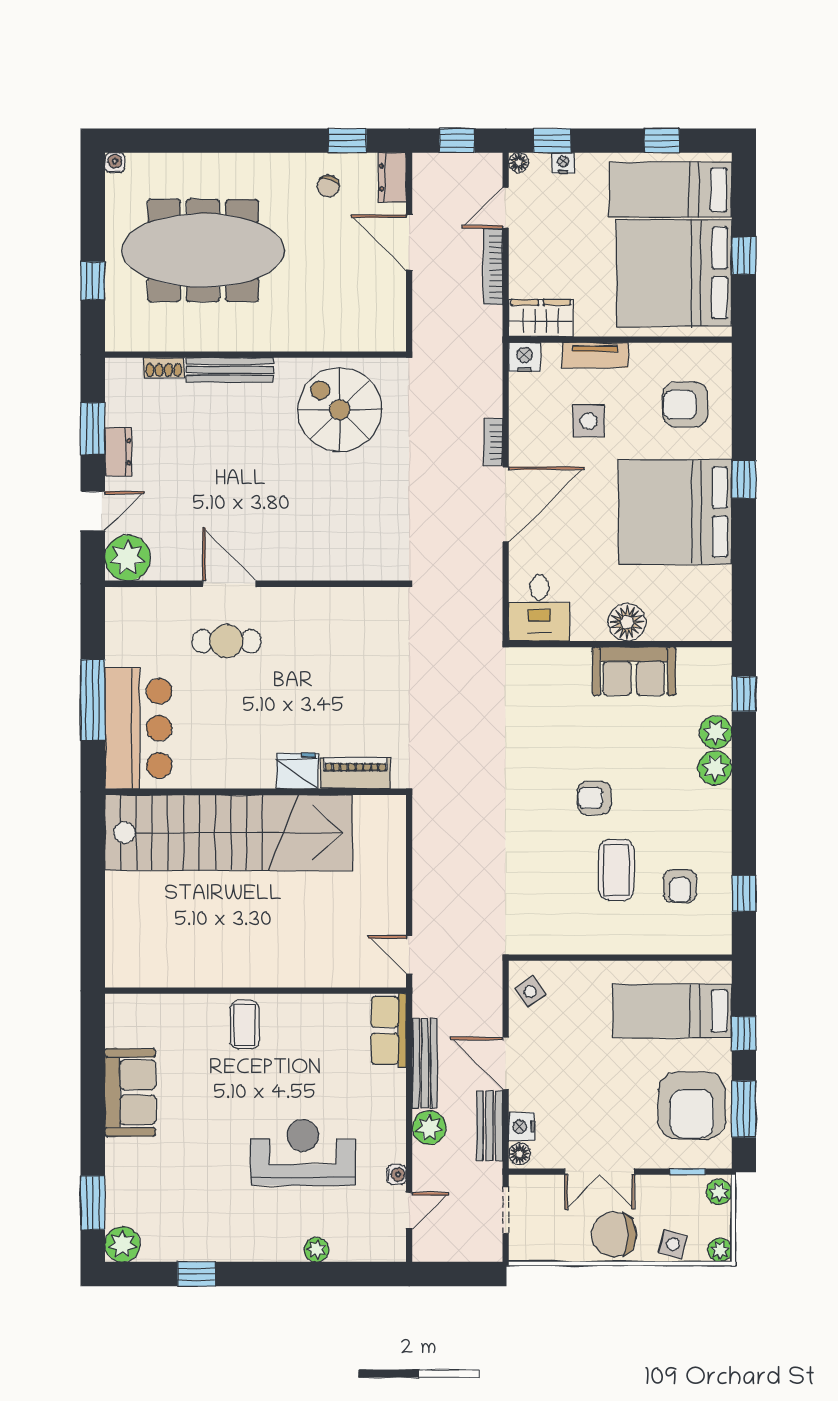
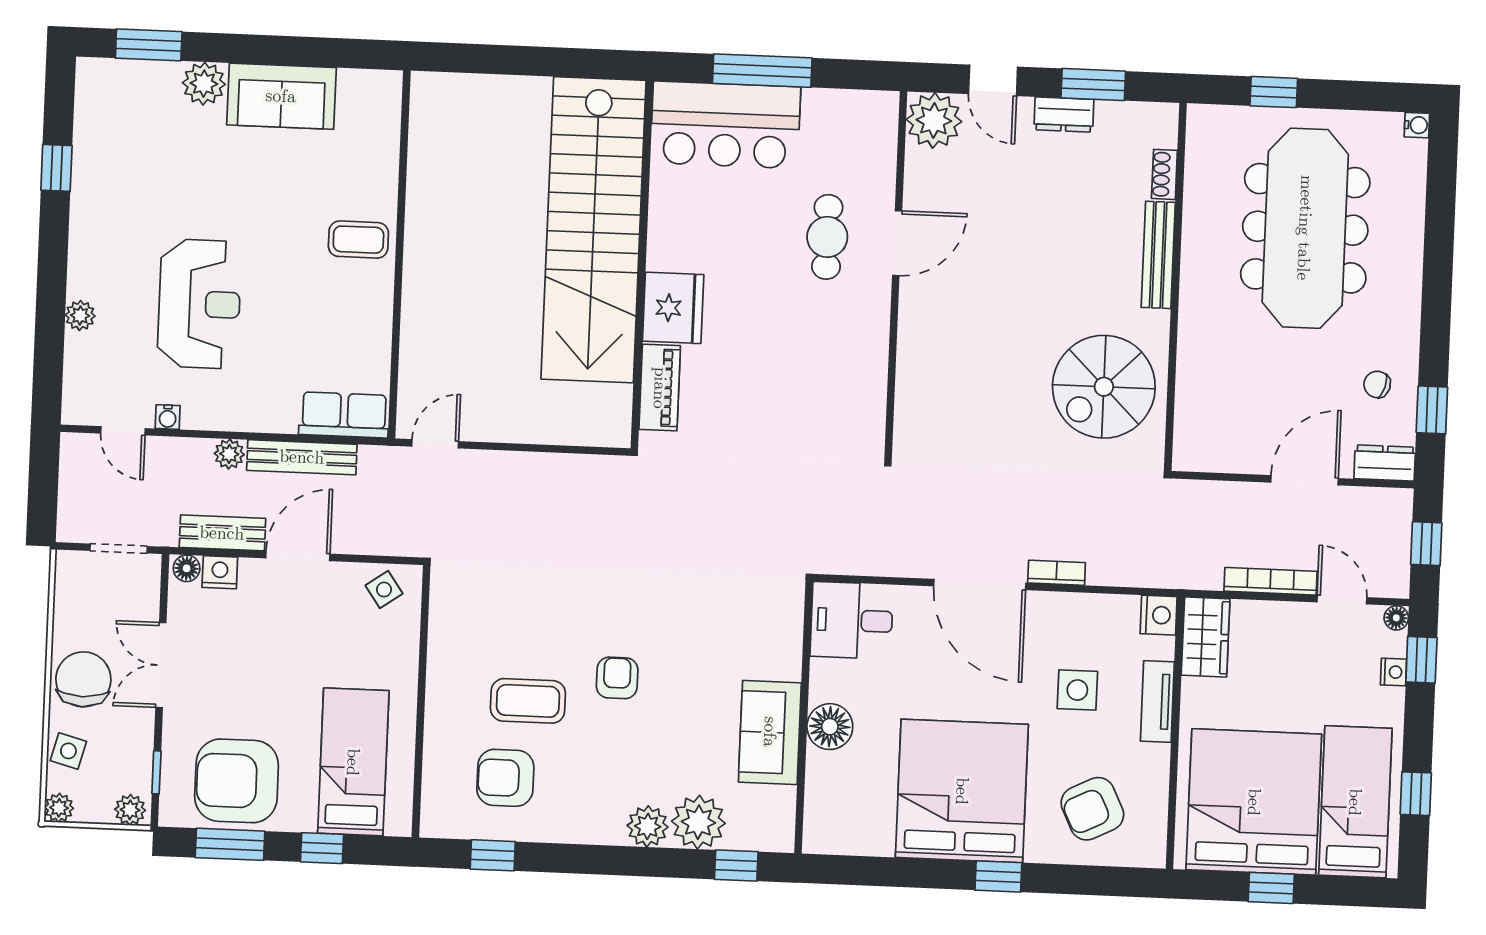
armchair: (685, 405) -> (1092, 809), turned -116
spiral stairs: (340, 410) -> (1104, 387), turned 180
plant: (716, 732) -> (698, 822), width x1.36, depth x1.36
fridge: (297, 771) -> (673, 308), width x1.36, depth x1.34
armchair: (680, 886) -> (505, 778), width x1.38, depth x1.38
plant: (429, 1128) -> (229, 454), width x0.73, depth x0.73
plant: (122, 1244) -> (204, 84), moved

